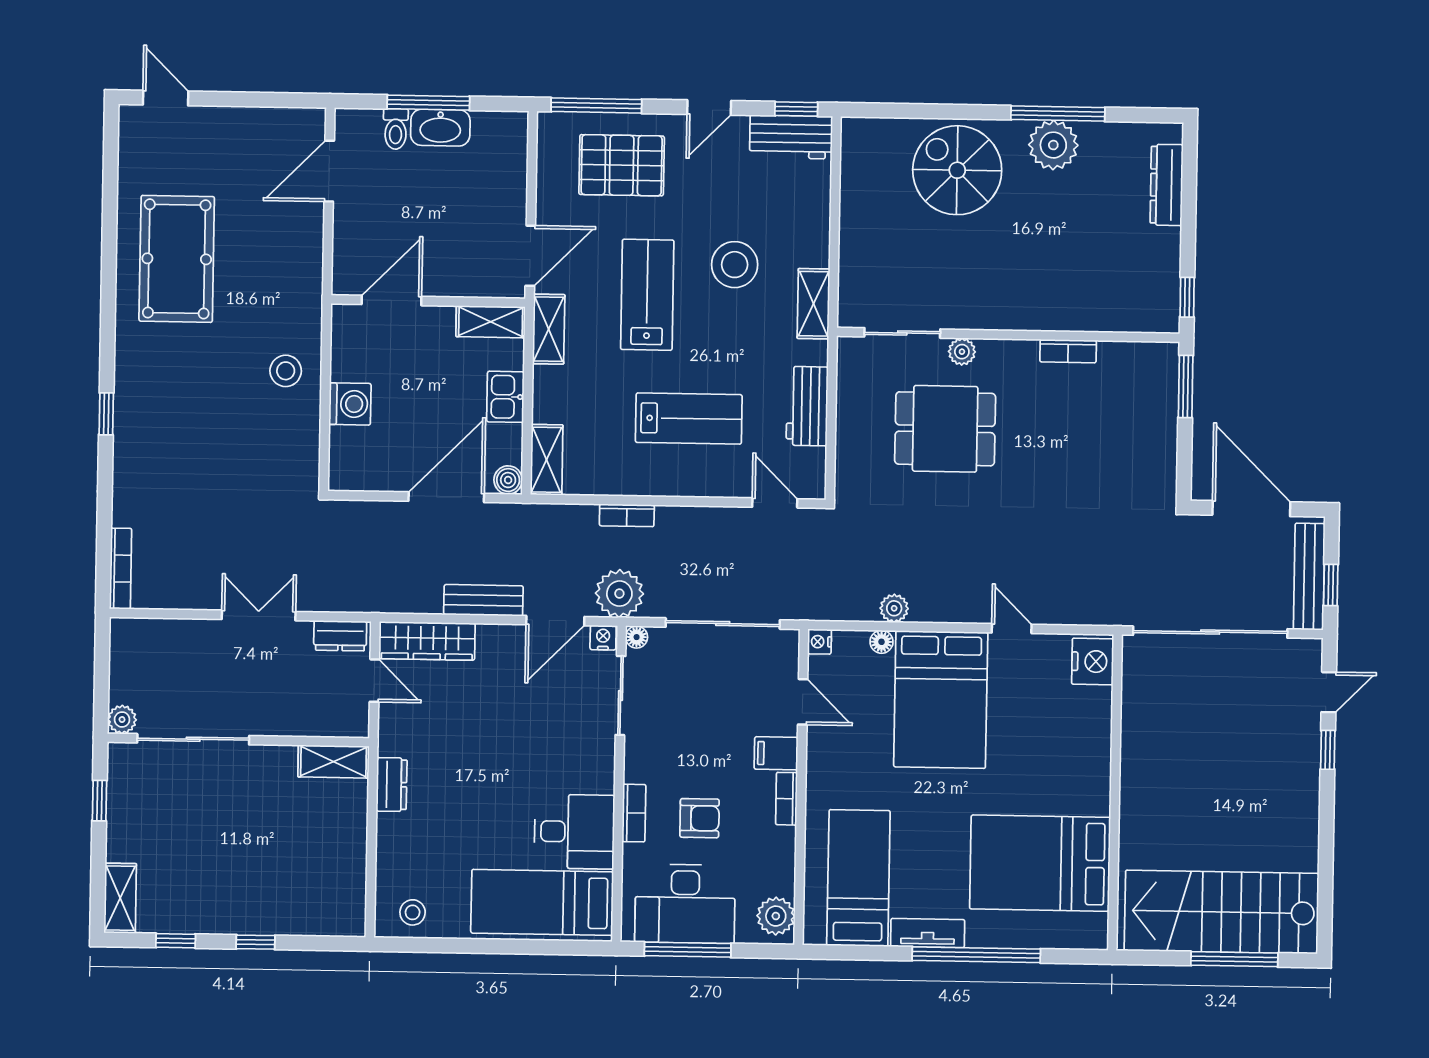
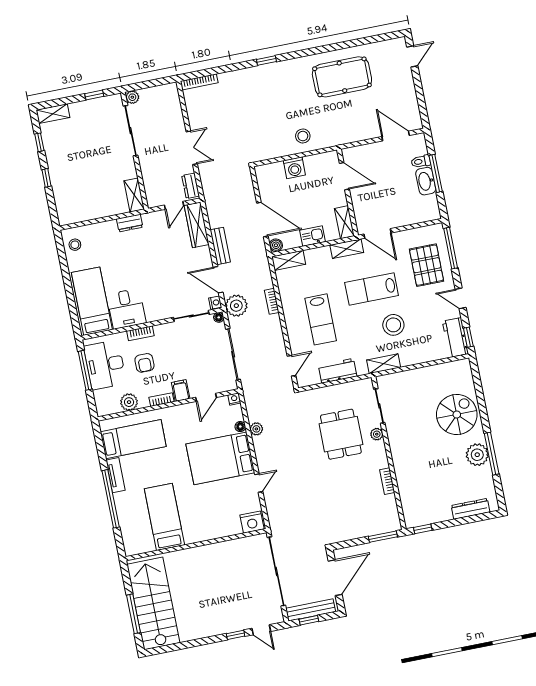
lab bench: (647, 295) -> (372, 289), turned 180
bed: (1040, 863) -> (164, 517), width x0.67
plant: (776, 916) -> (129, 402), moved

